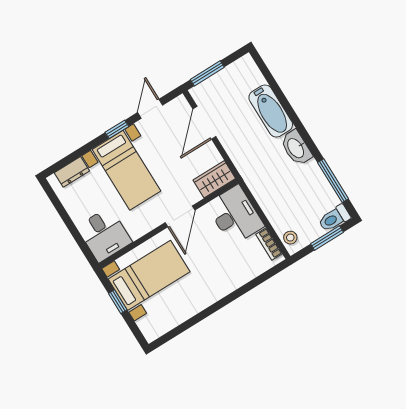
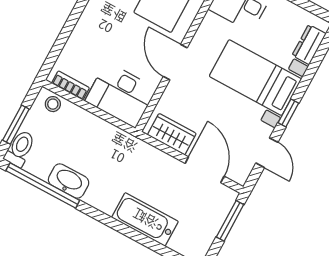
washbasin: (296, 148) -> (69, 181), moved
wardrobe: (214, 179) -> (172, 134), moved, turned -90
window: (333, 181) -> (43, 186), width x1.46

